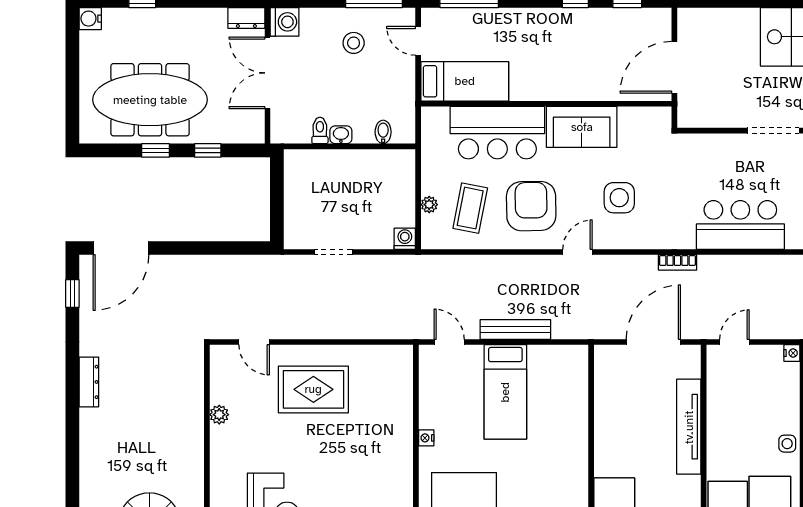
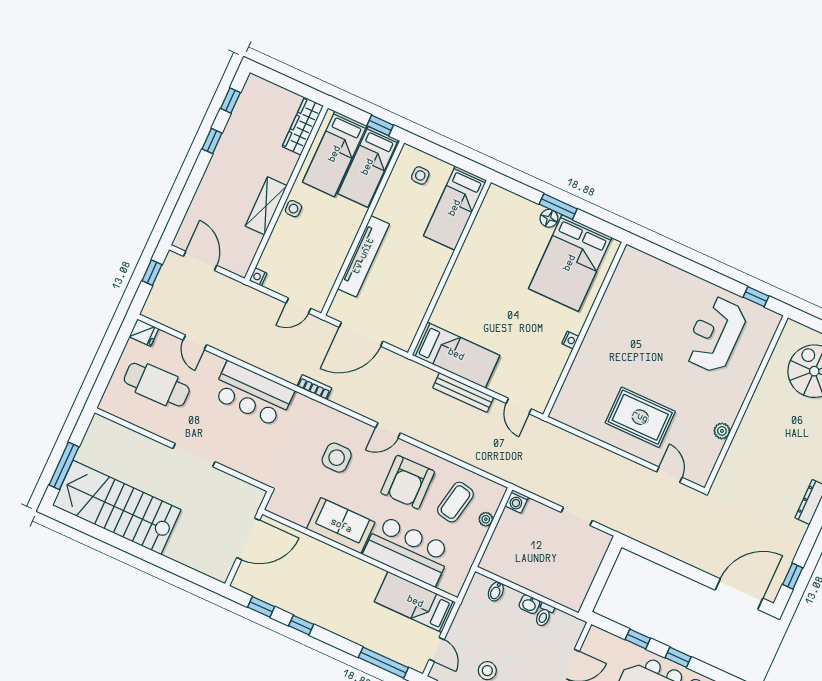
bed: (505, 392) -> (456, 355), moved, turned 90

